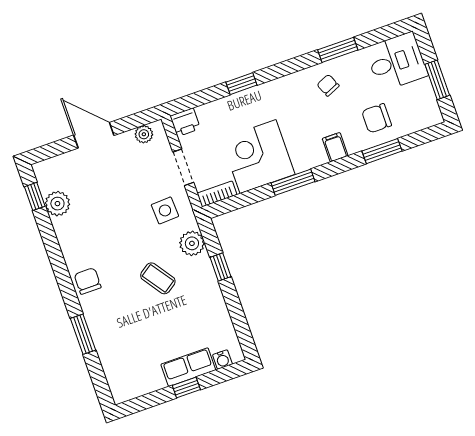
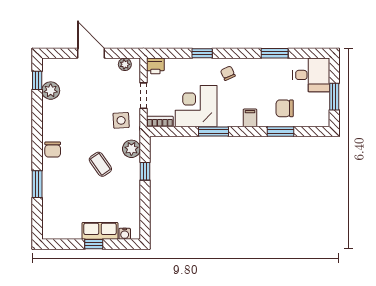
chair: (328, 85) -> (228, 73), moved
chair: (88, 281) -> (53, 150), turned 180

